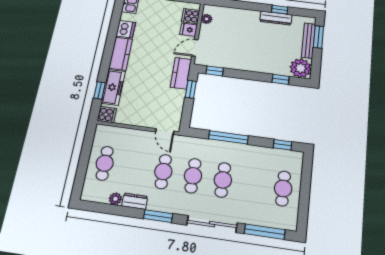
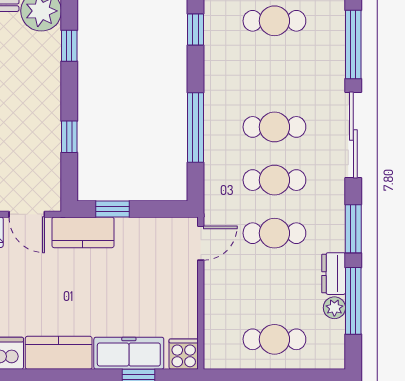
window: (215, 71) -> (69, 137), moved
window: (117, 210) -> (353, 301), added

